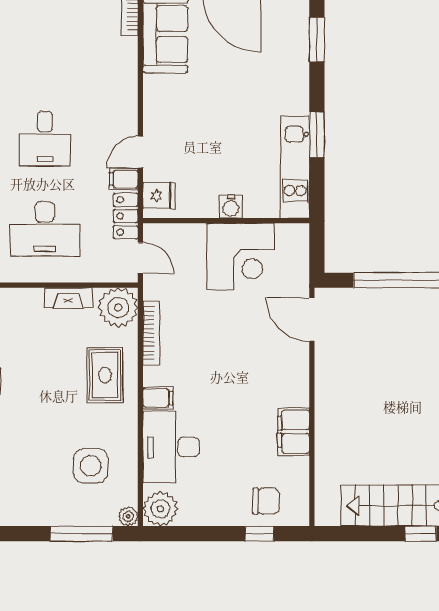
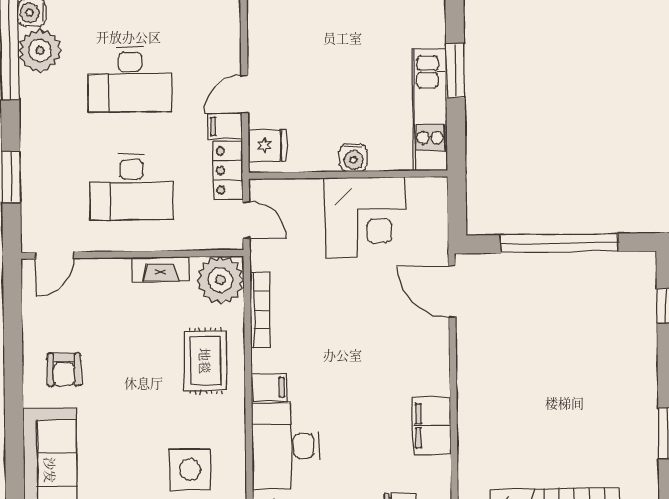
desk: (45, 139) -> (130, 79), width x1.37

